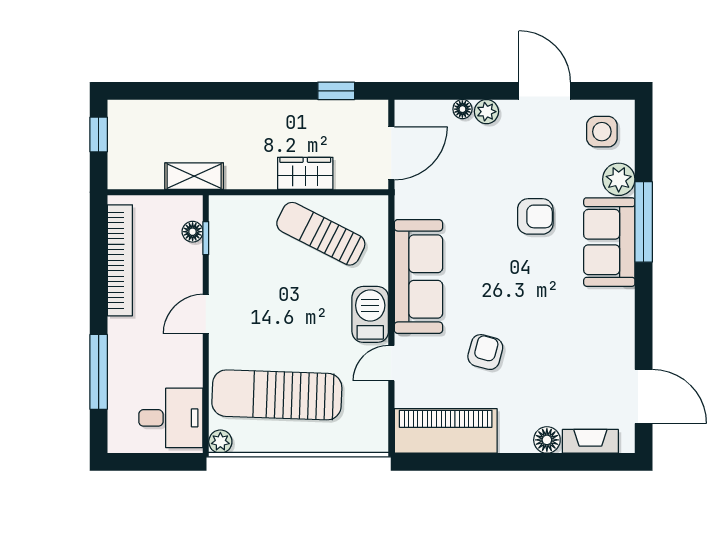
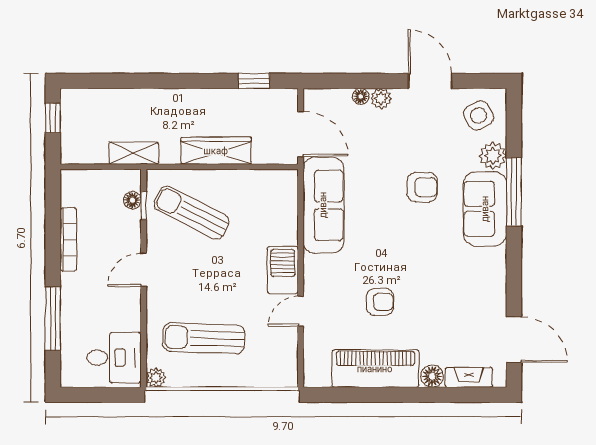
side table: (602, 132) -> (479, 115), turned -30
door: (391, 153) -> (301, 134), hinge flipped
wardrobe: (305, 173) -> (216, 151), width x1.50
sun lounger: (321, 234) -> (192, 213), moved
bookcase: (120, 260) -> (68, 240), width x0.68, depth x0.76
sofa: (418, 277) -> (323, 205), moved
armchair: (485, 352) -> (380, 302), turned 75
sun lounger: (277, 395) -> (204, 338), width x0.73, depth x0.75
piano: (446, 431) -> (375, 369), moved

